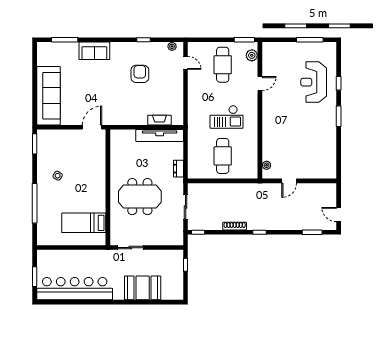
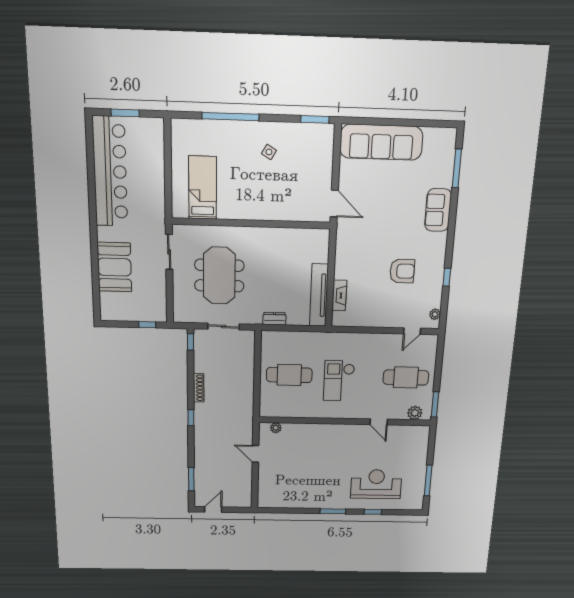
meeting table: (140, 197) -> (219, 276), moved

